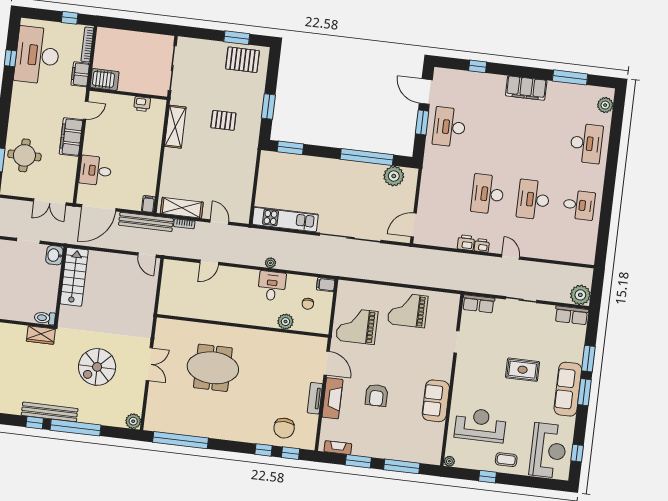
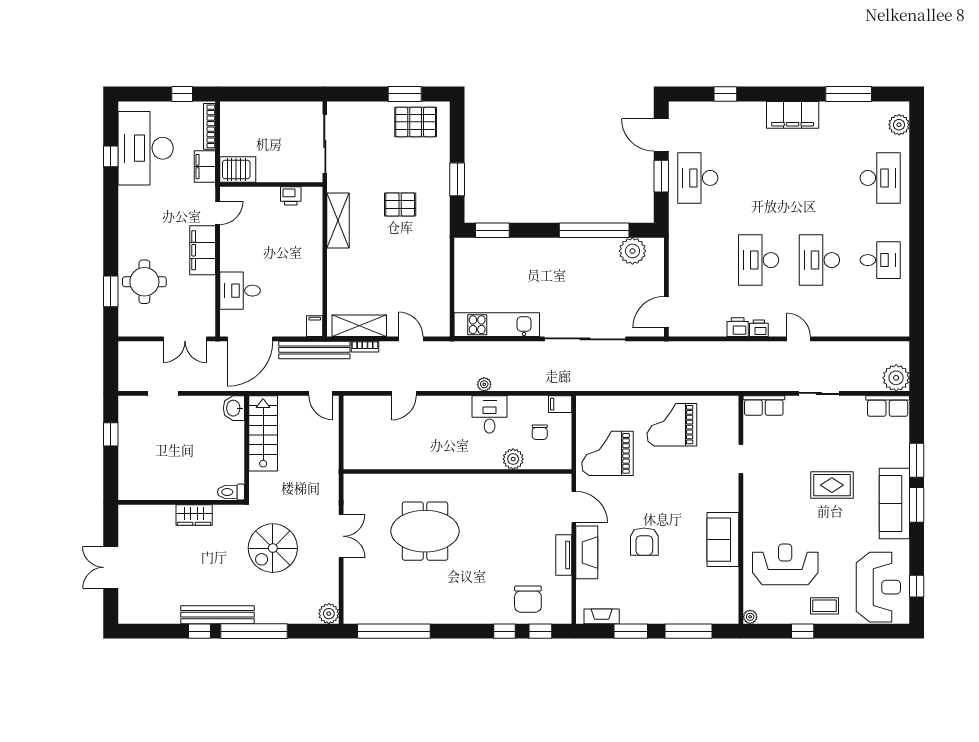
washbasin: (54, 255) -> (234, 408), moved
stairs: (74, 277) -> (263, 433), moved
wall: (60, 286) -> (247, 448), moved
toilet: (45, 318) -> (231, 492), moved

